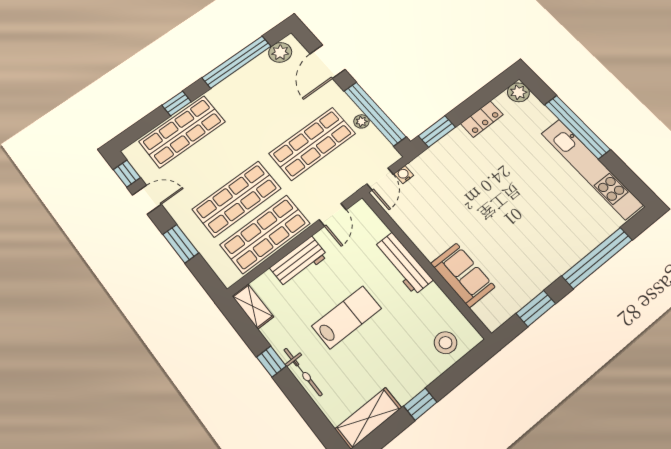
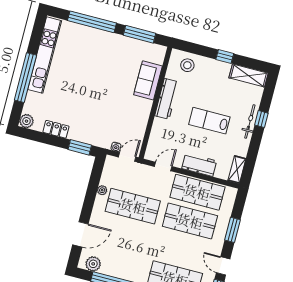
window: (375, 114) -> (93, 187), removed
workbench: (403, 263) -> (167, 99), moved
window: (536, 309) -> (139, 34), width x1.44
window: (271, 362) -> (261, 119), moved

